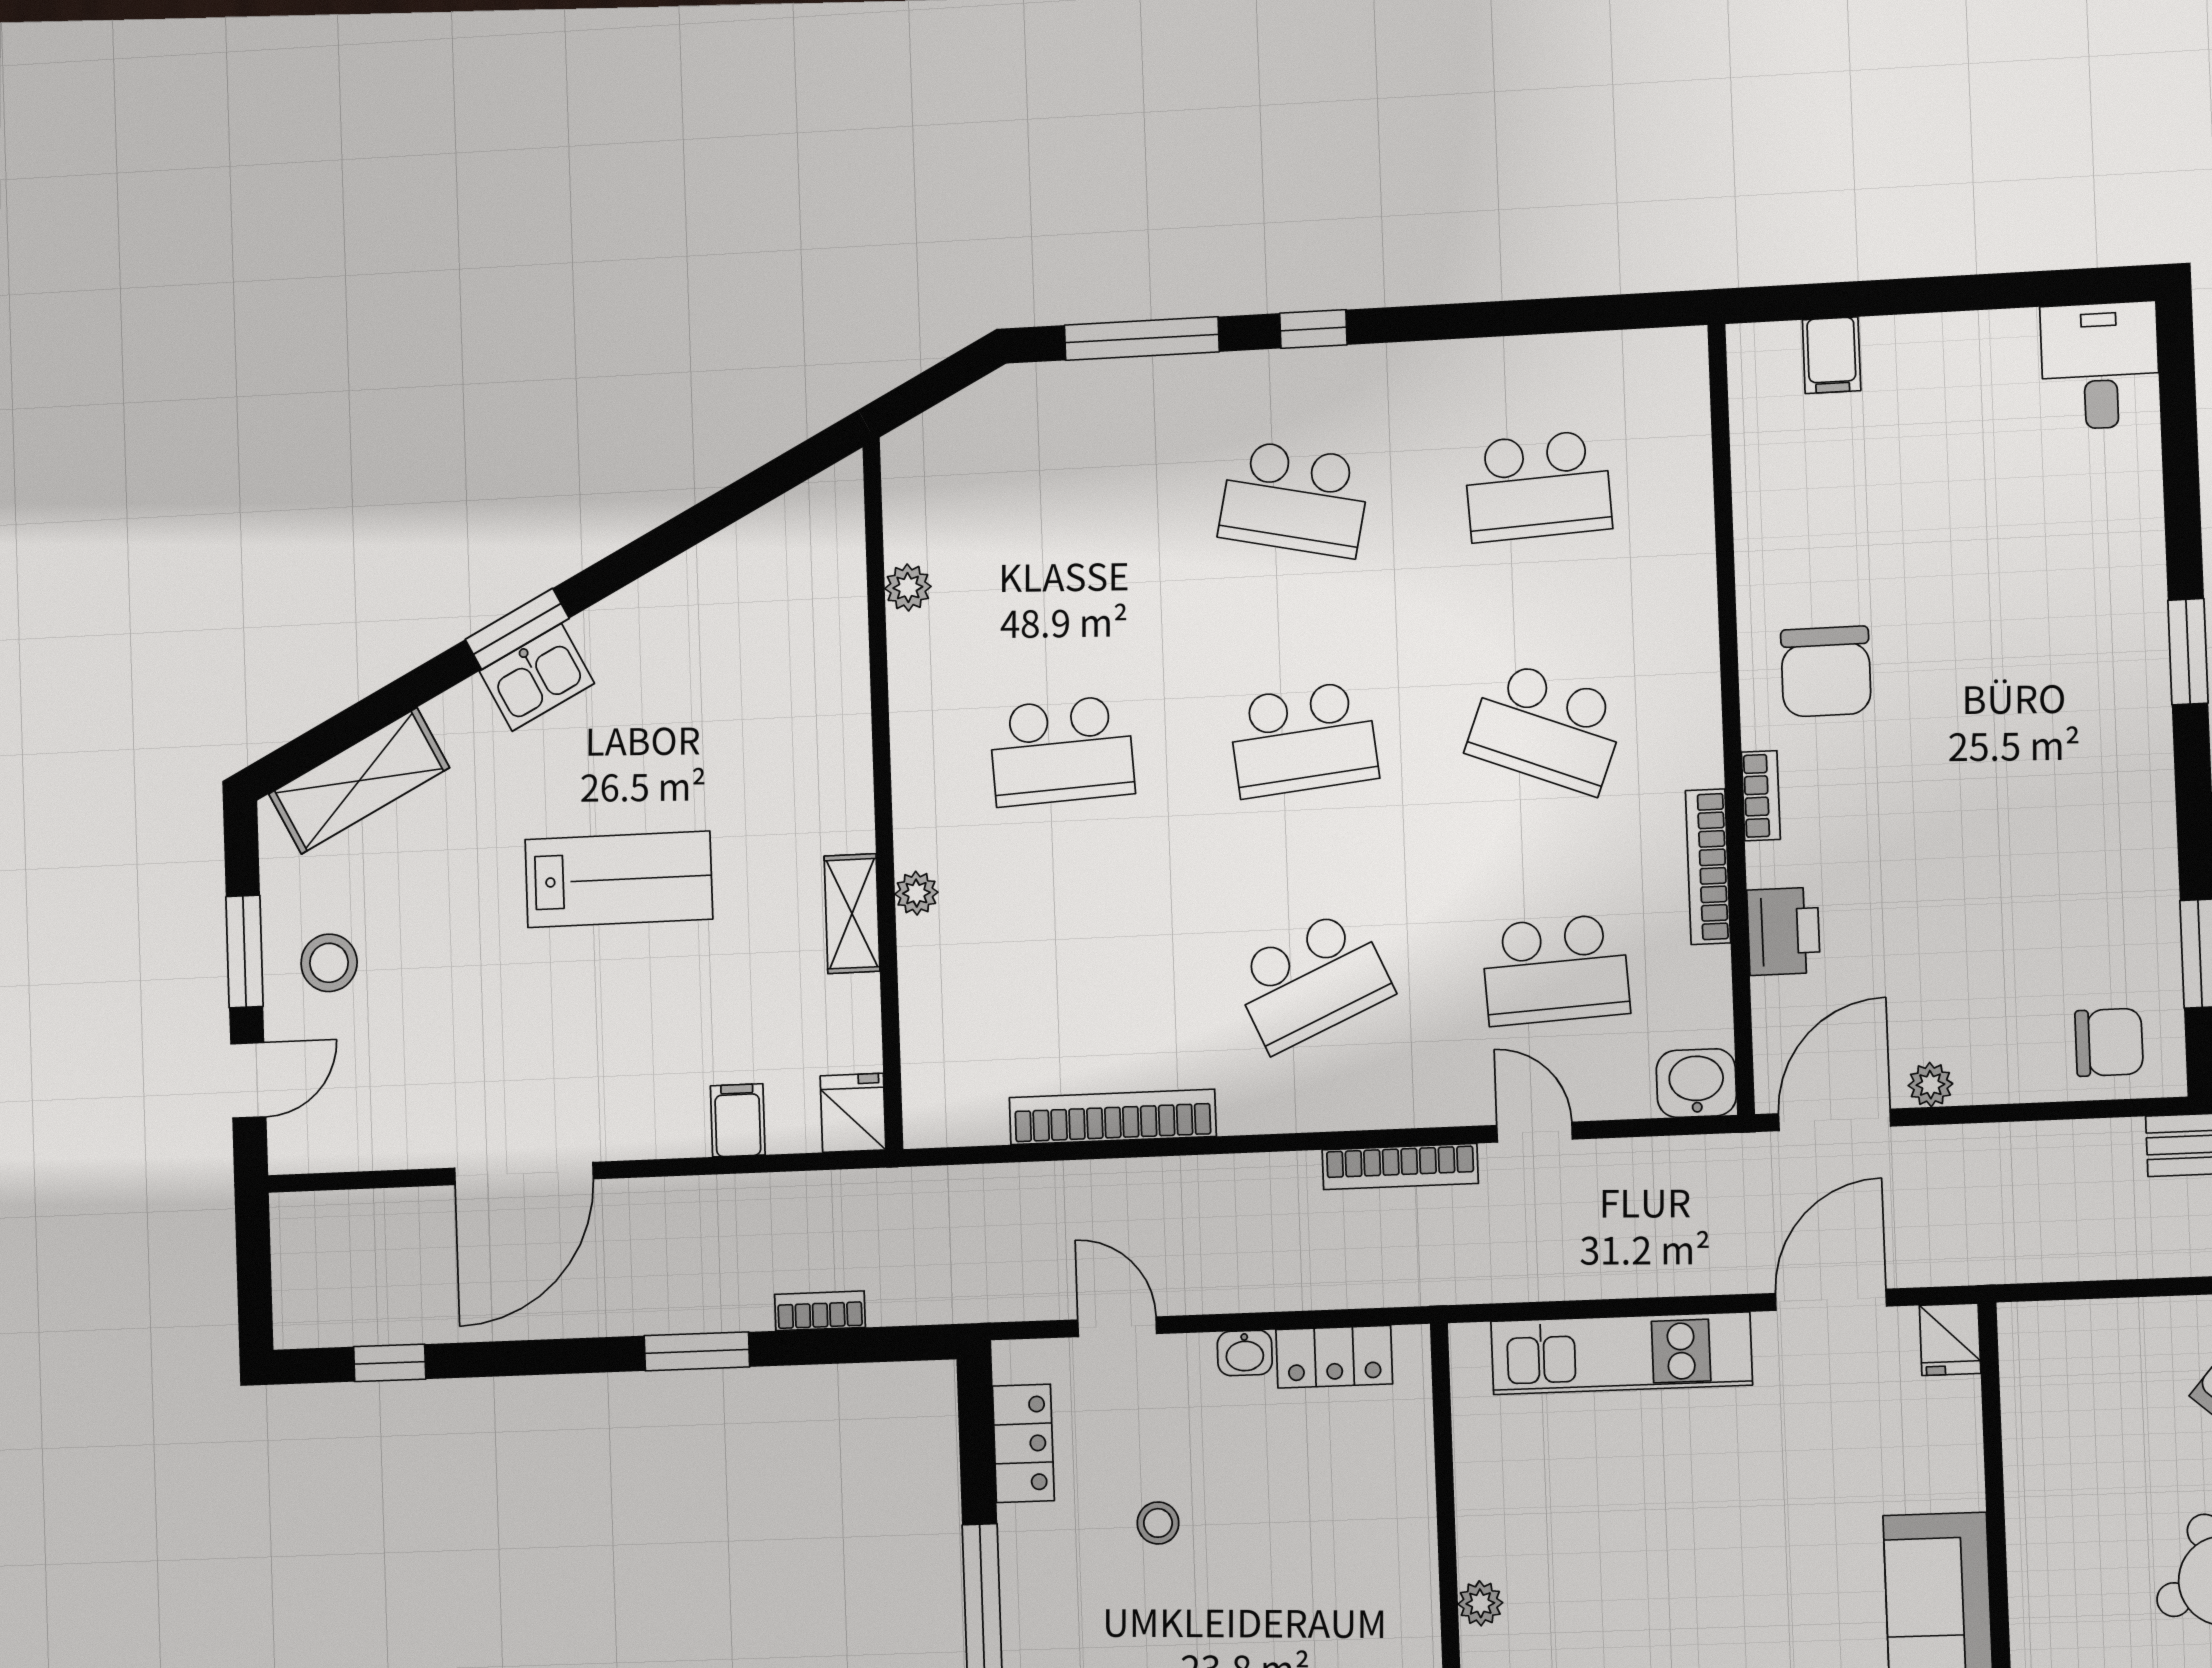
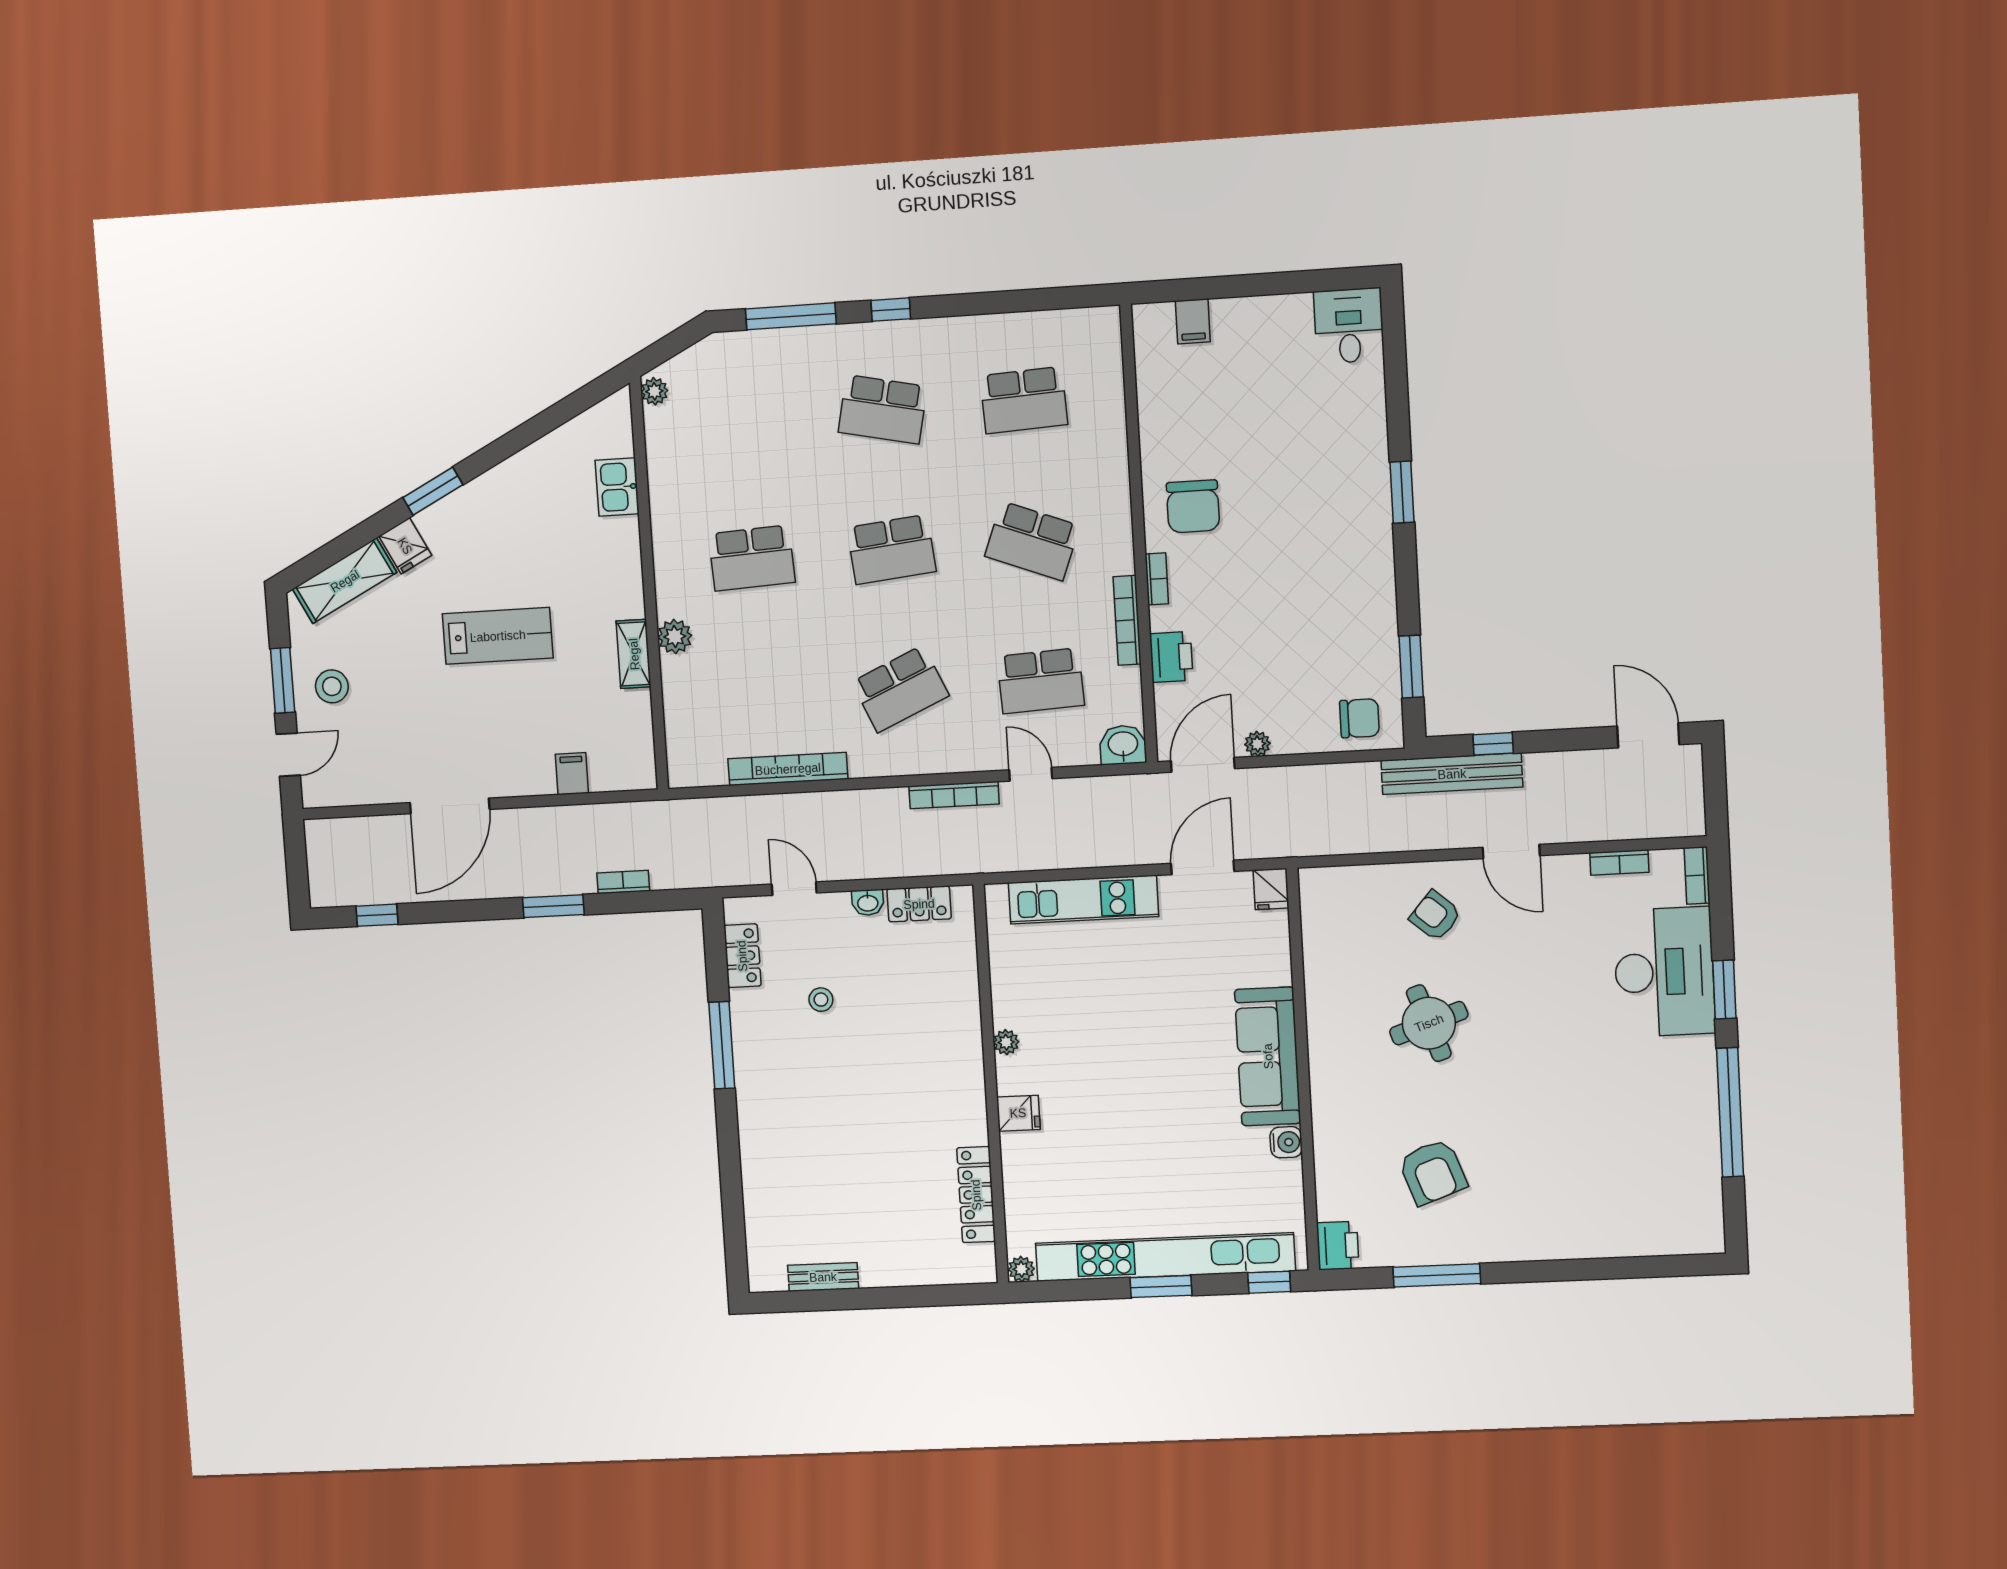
plant: (908, 587) -> (654, 391), moved
kitchen sink: (537, 677) -> (617, 487), moved, turned 117
plant: (916, 893) -> (675, 637), width x1.38, depth x1.38
fridge: (853, 1113) -> (405, 546), moved, turned 153

